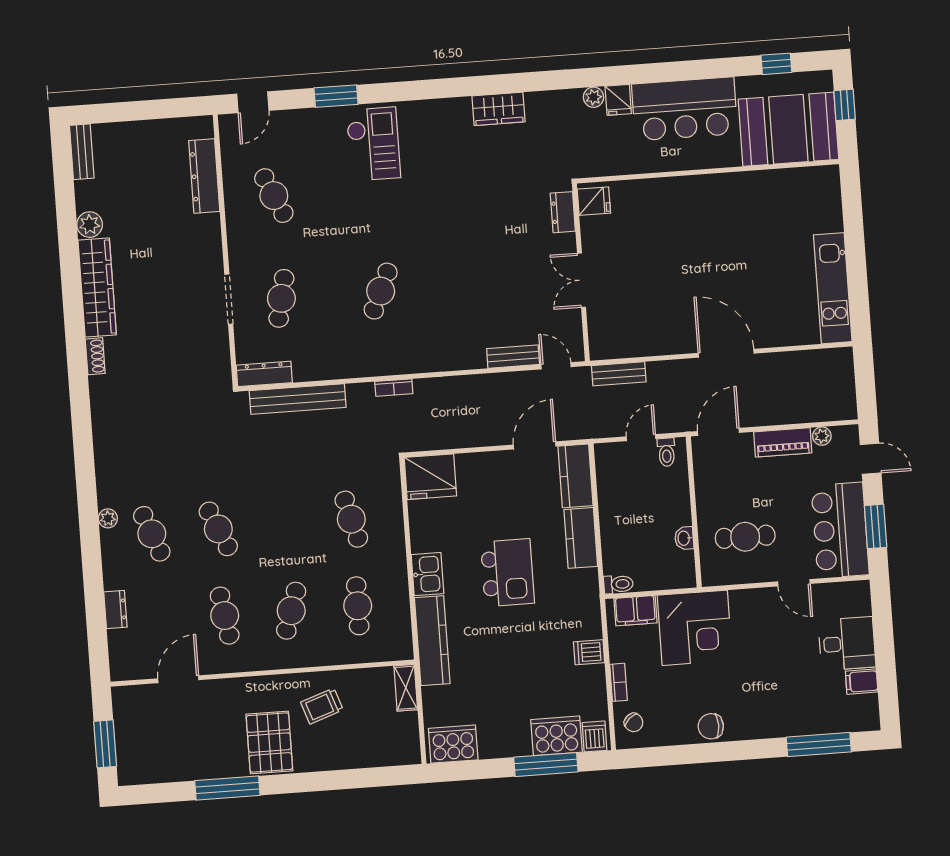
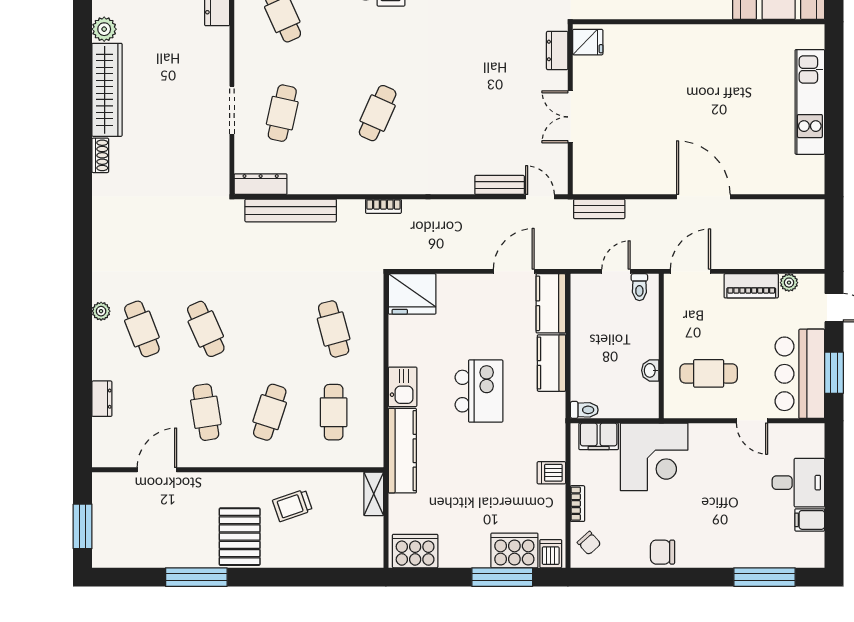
kitchen unit: (833, 288) -> (810, 102), moved

